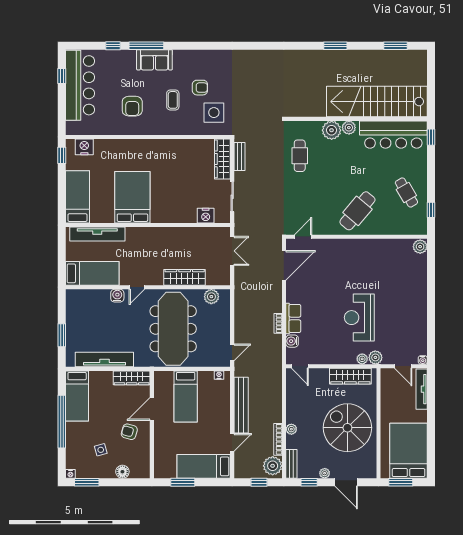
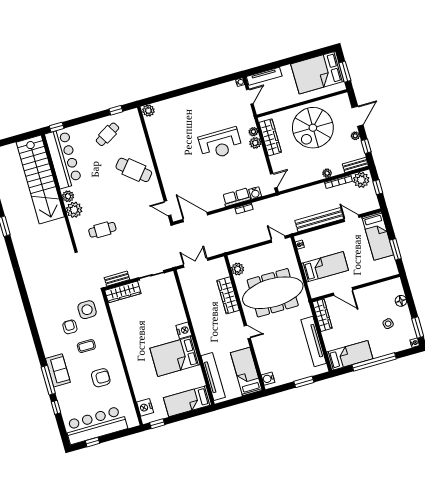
nightstand: (206, 216) -> (184, 330), moved
water cooler: (117, 296) -> (268, 379), moved
plant: (375, 357) -> (255, 143), moved
armchair: (129, 432) -> (367, 305), removed

